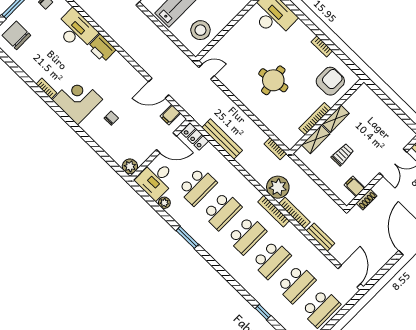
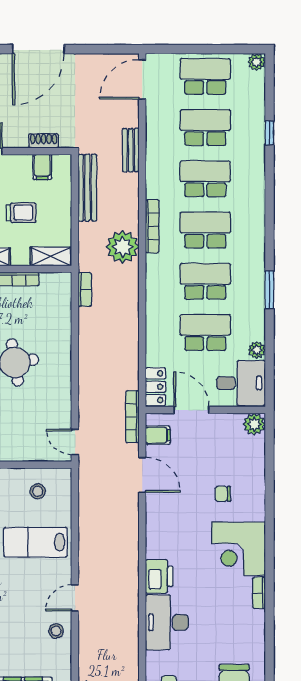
stool: (200, 30) -> (38, 491), width x0.53, depth x0.53
bench: (222, 139) -> (87, 188), moved
shelving: (316, 139) -> (51, 256), moved
trolley: (342, 155) -> (21, 213), turned 180
bookcase: (295, 213) -> (132, 417), moved

